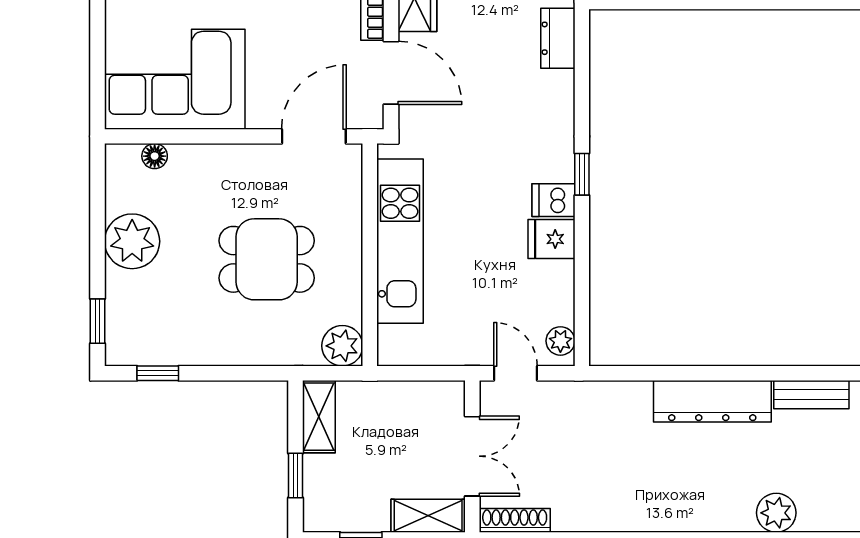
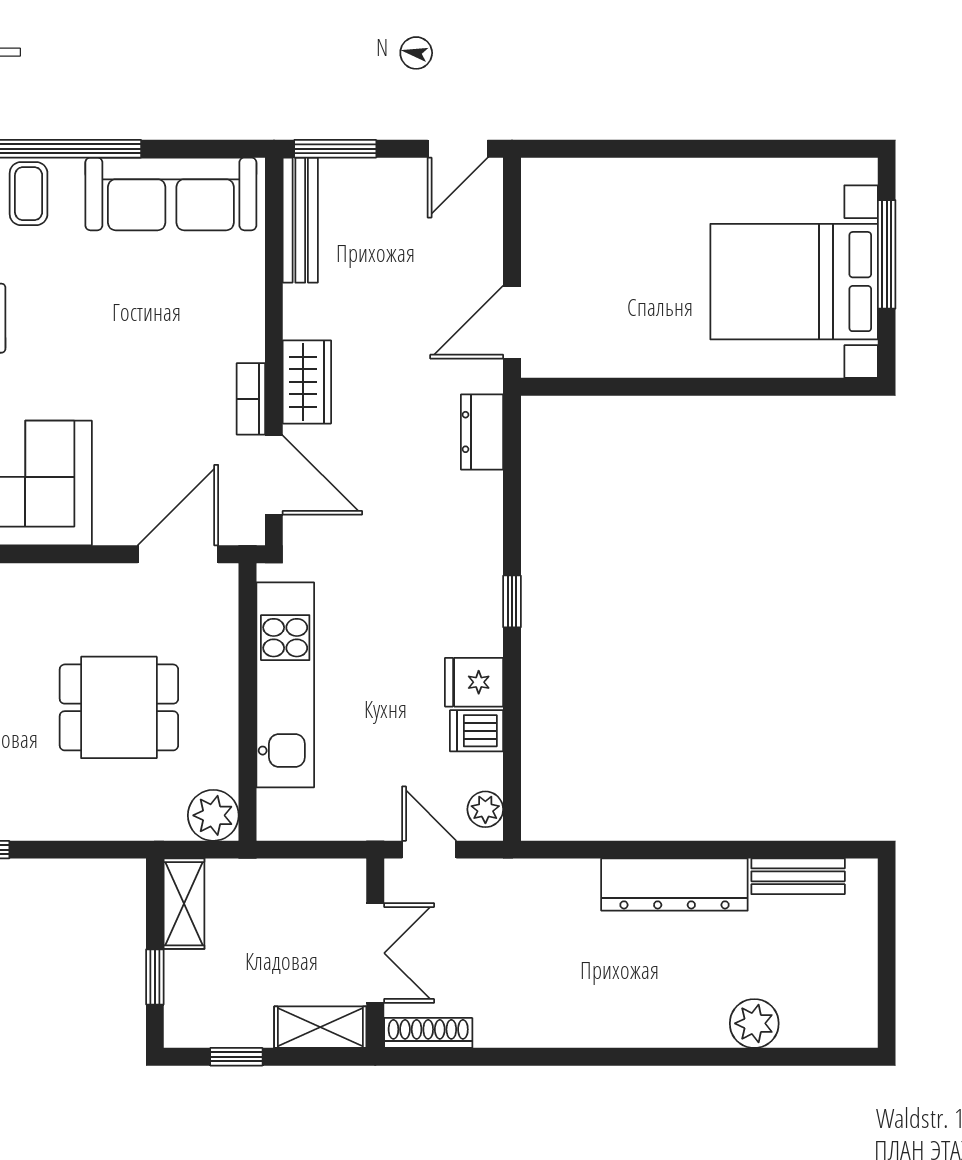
dishwasher: (553, 200) -> (477, 731), moved

